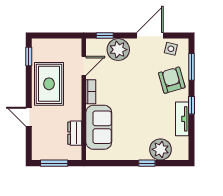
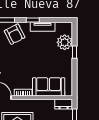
armchair: (172, 80) -> (15, 34), turned -101
dresser: (75, 133) -> (64, 104), moved

